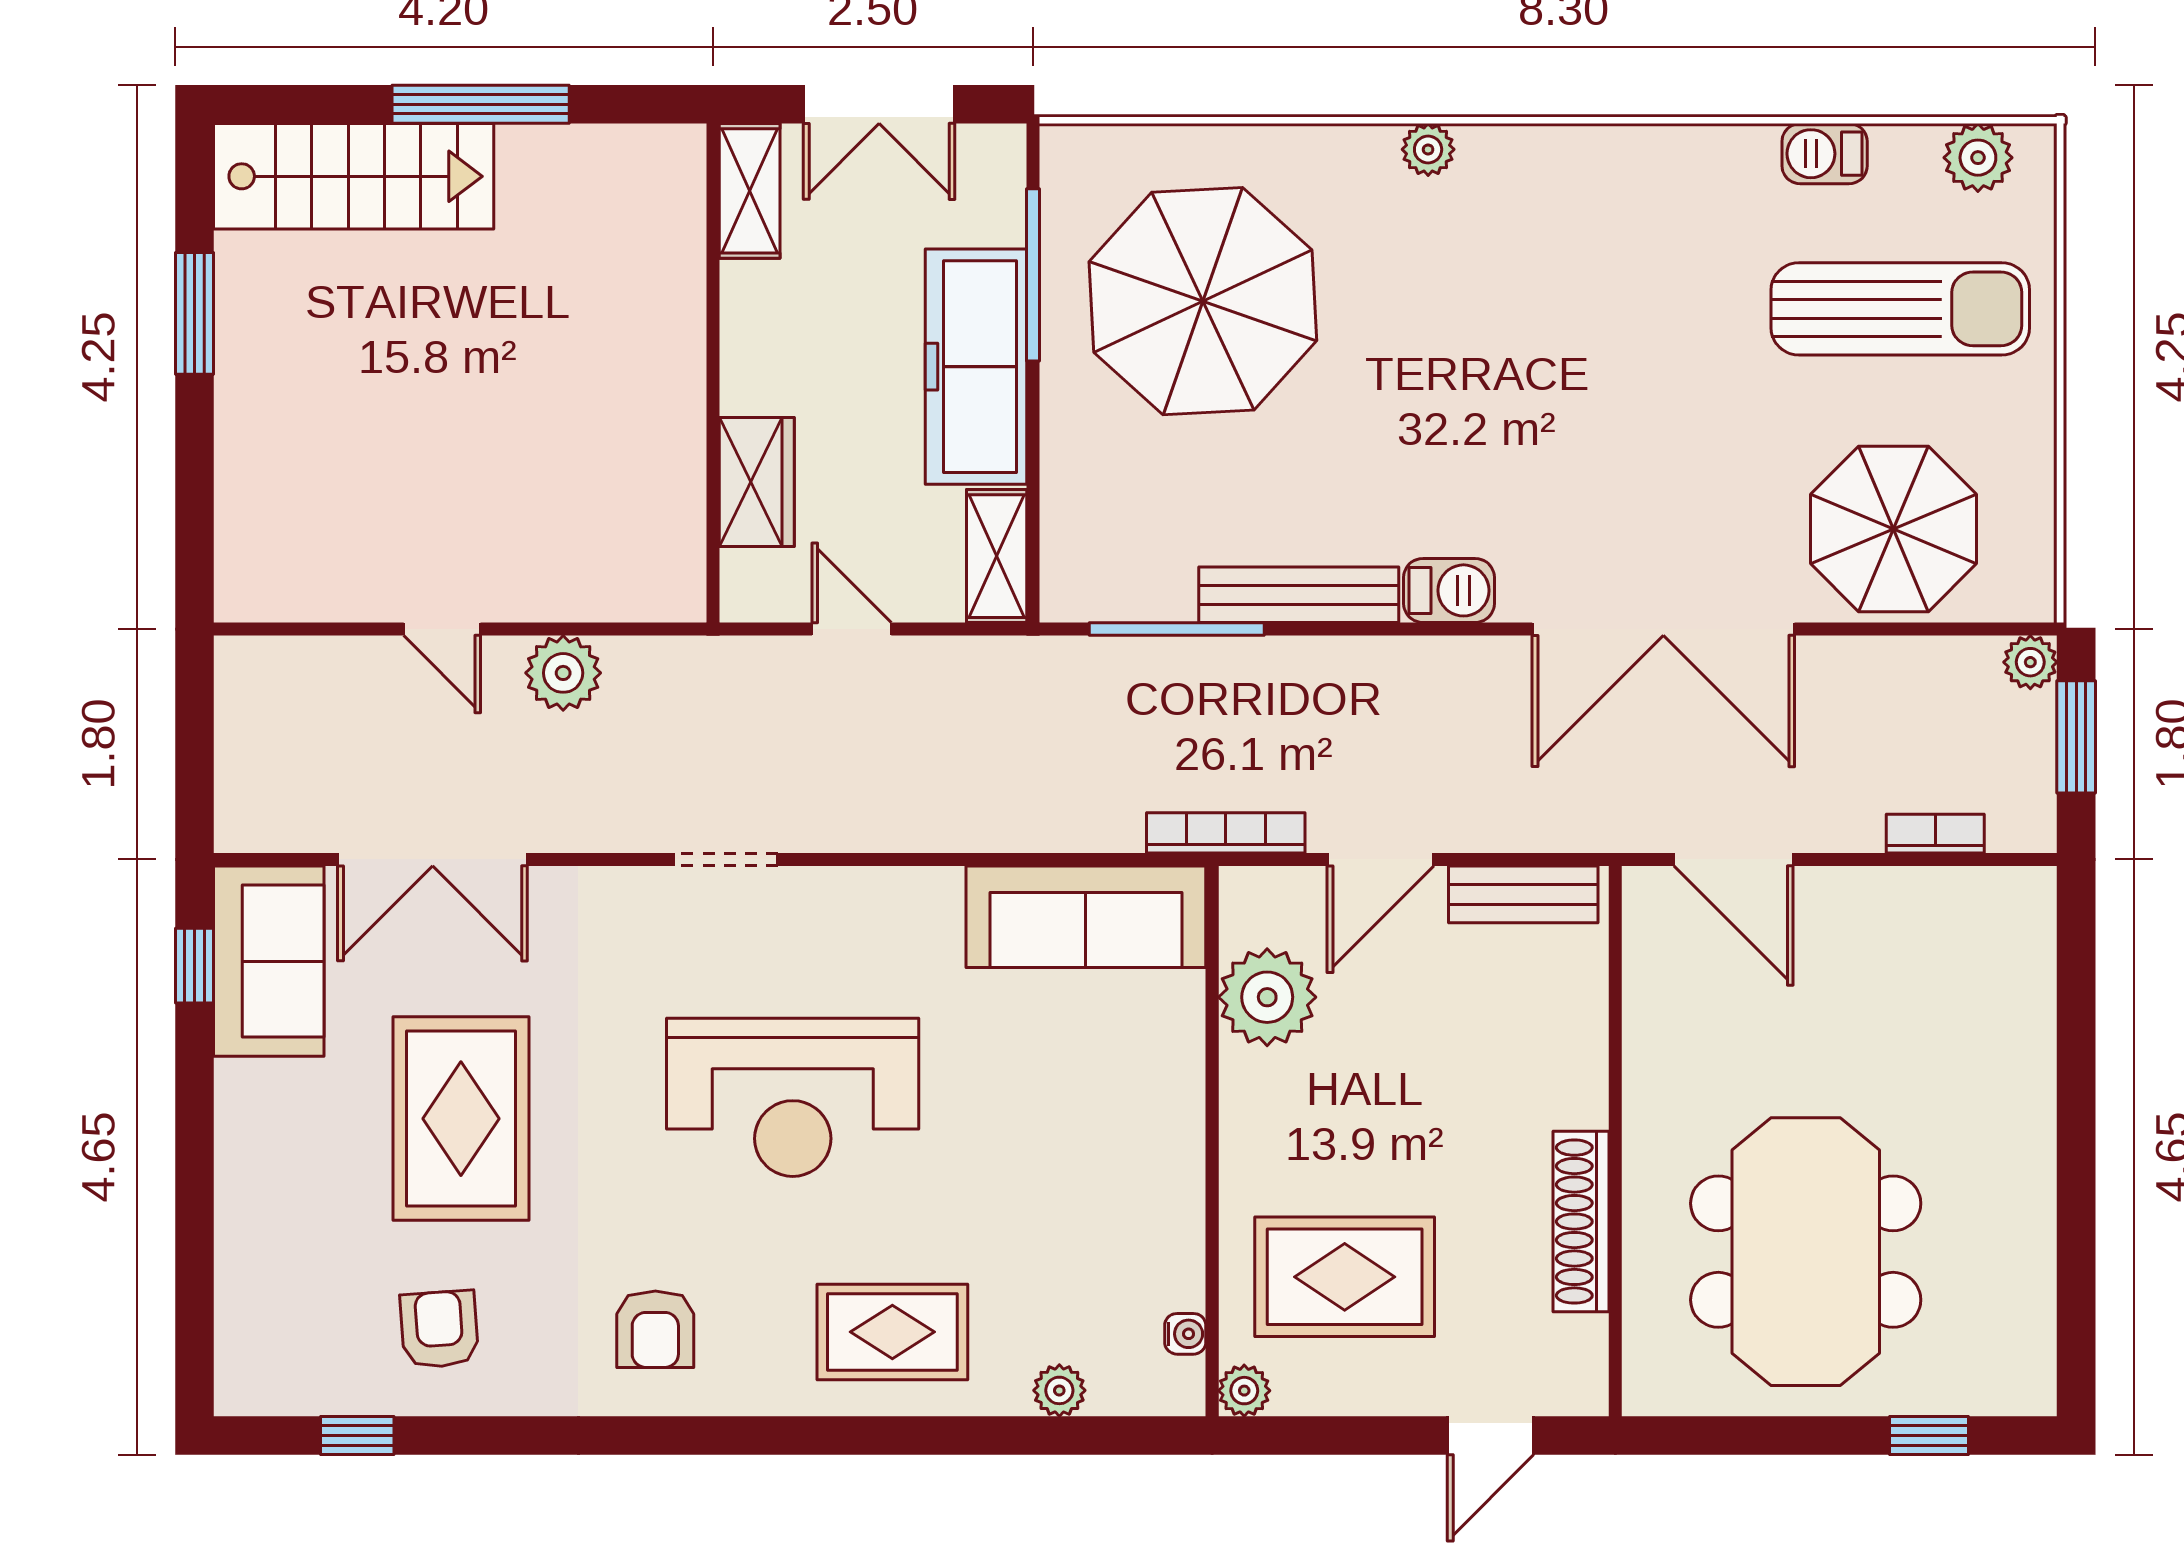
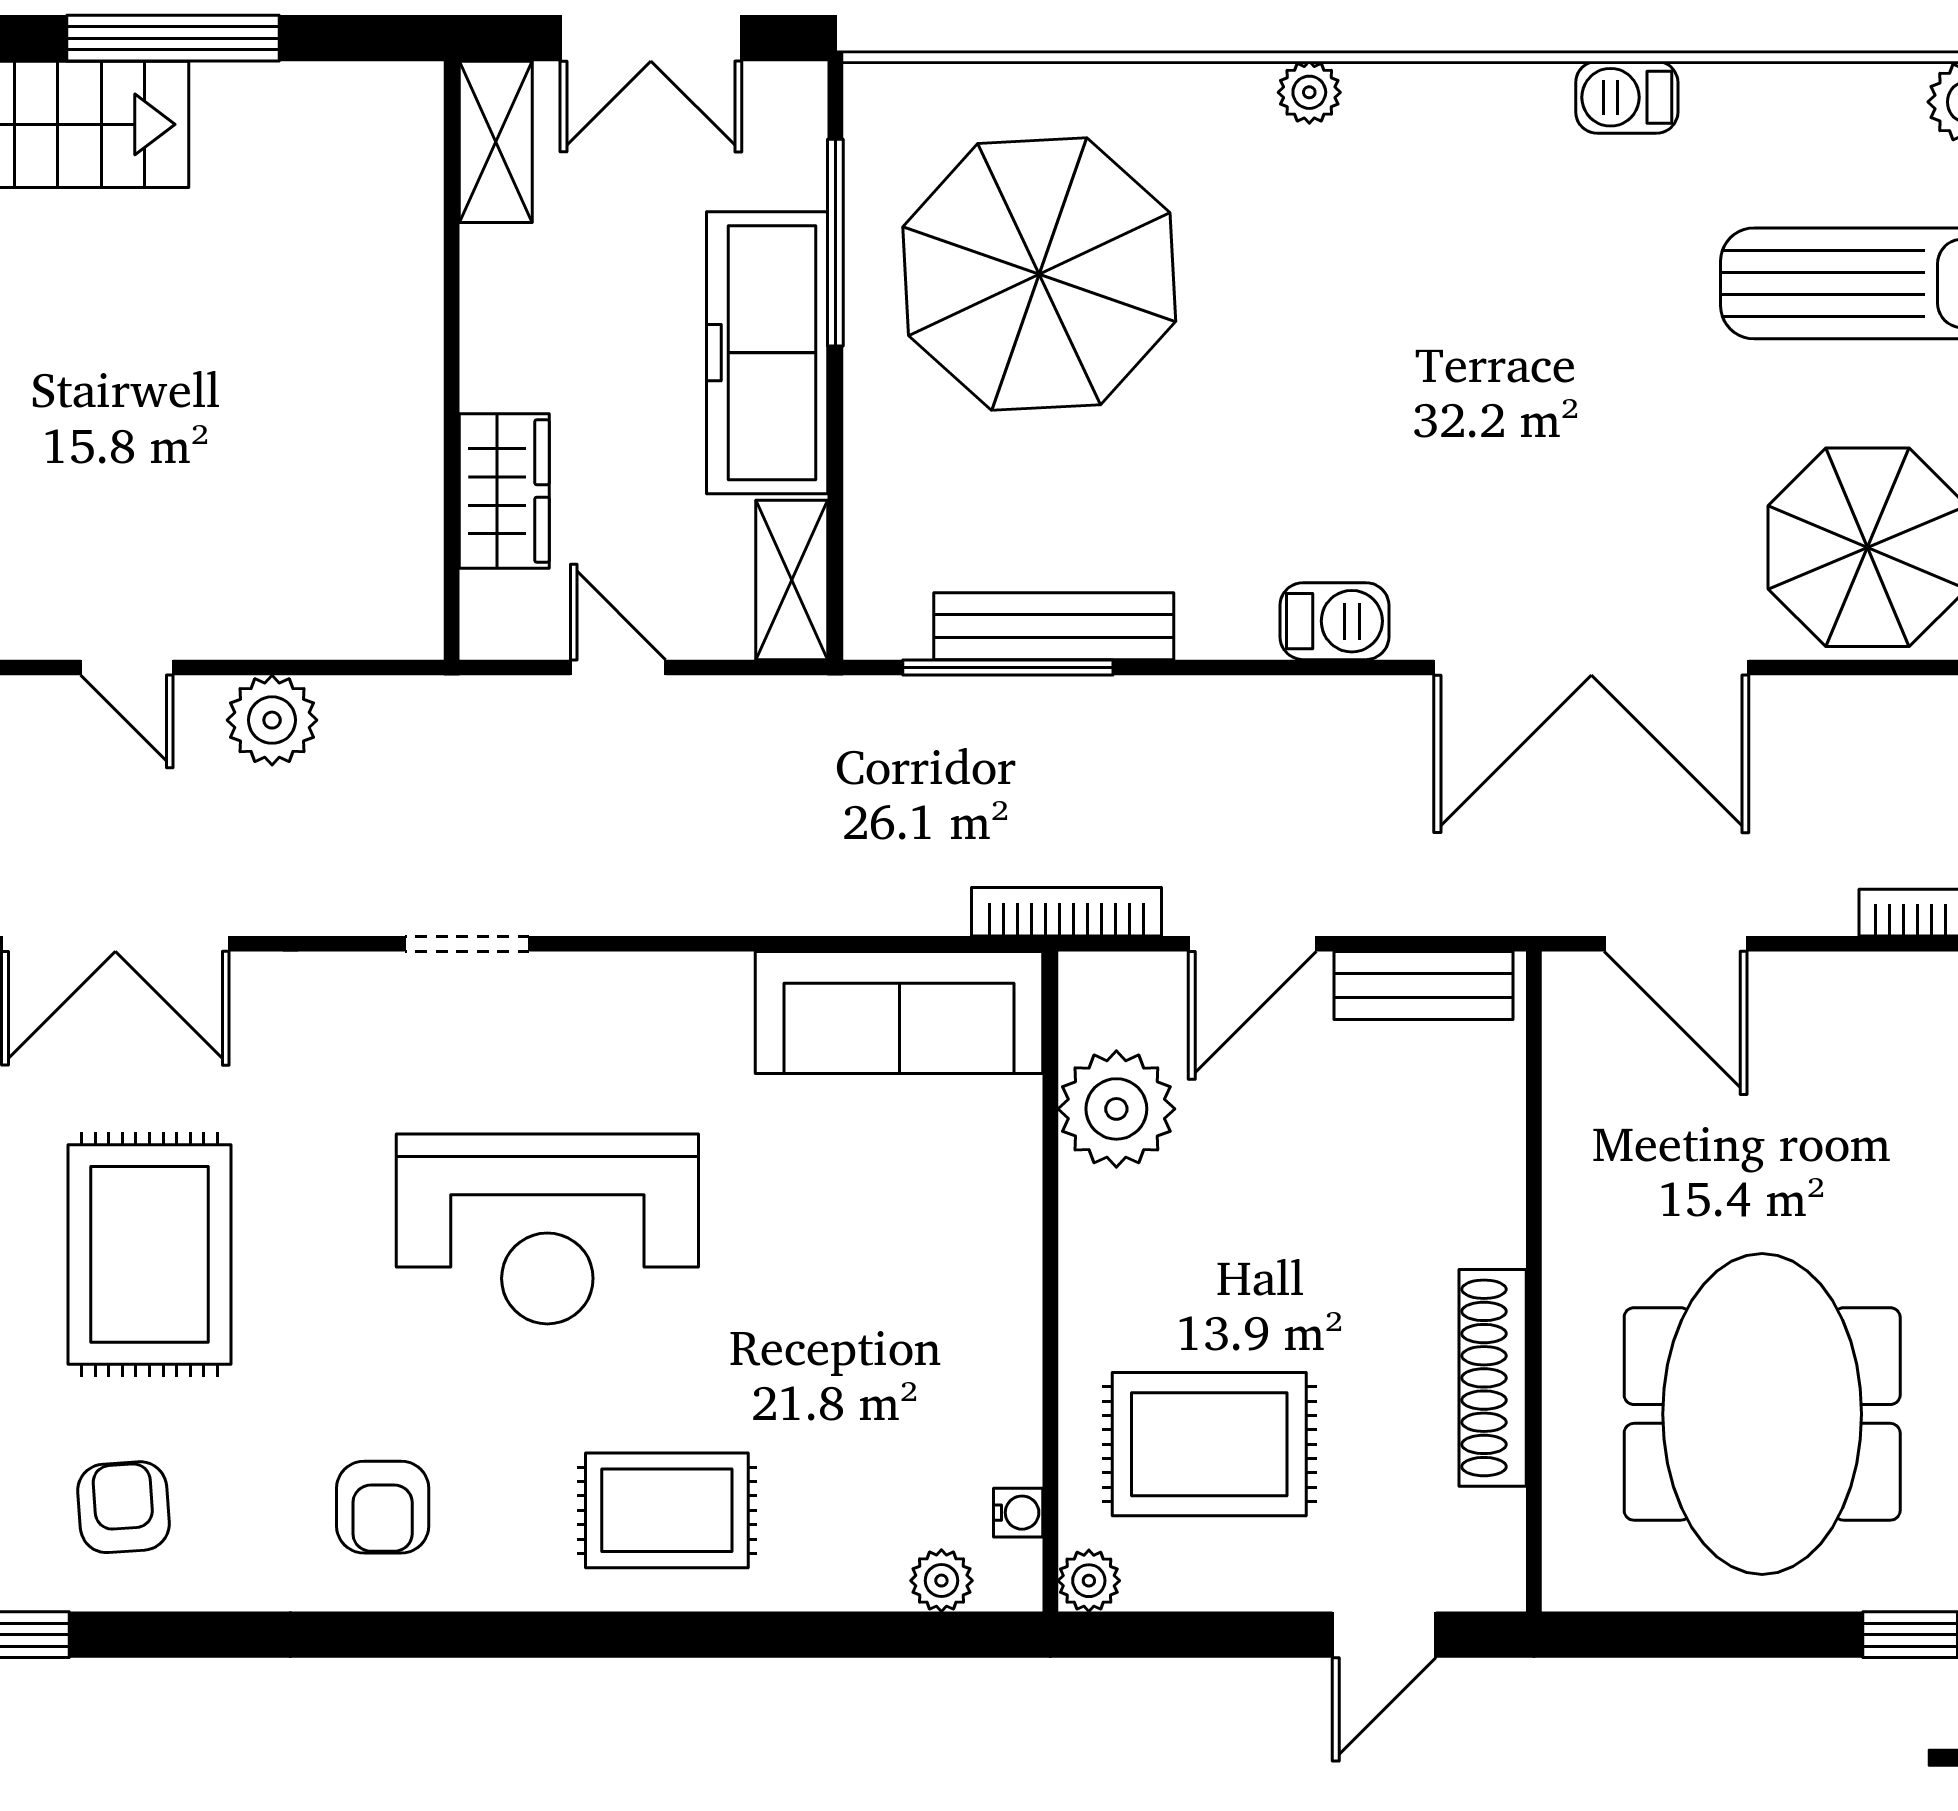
barbecue: (1825, 154) -> (1627, 97), moved
bench: (1299, 595) -> (1054, 626), moved
plant: (1059, 1390) -> (941, 1581), moved

